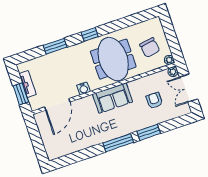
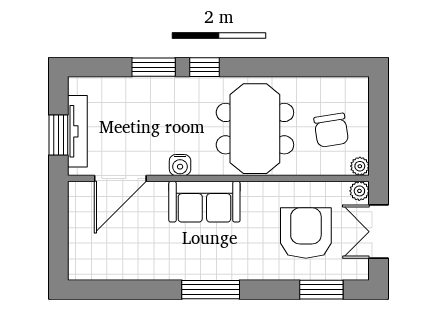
window: (90, 34) -> (205, 67), moved
tv unit: (28, 84) -> (77, 131), width x1.41
sofa: (113, 98) -> (204, 202), moved
armchair: (154, 100) -> (306, 233), width x1.88, depth x1.88
window: (149, 132) -> (321, 290), moved

